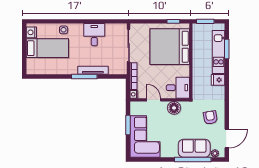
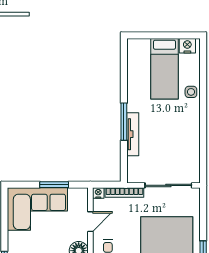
desk: (94, 35) -> (184, 136), removed

